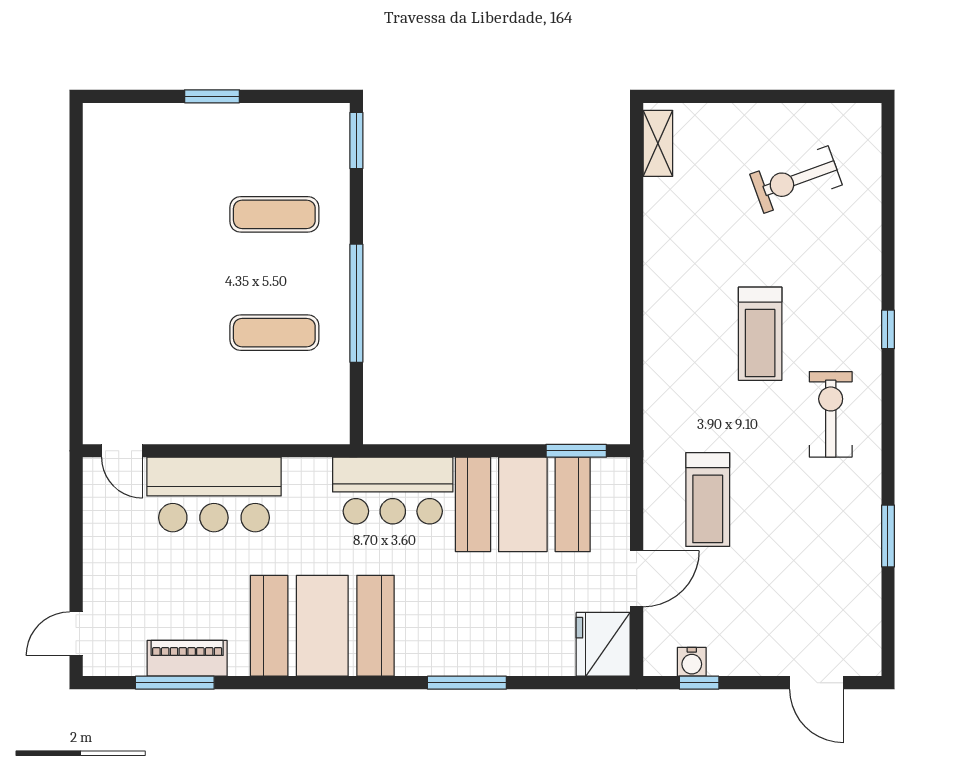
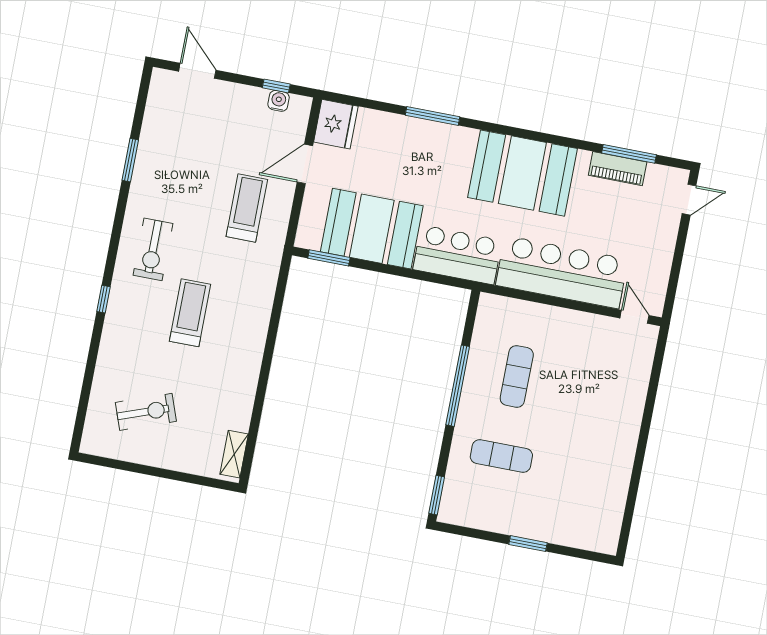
exercise mat: (274, 333) -> (517, 376), turned 90
bar counter: (214, 494) -> (562, 272), width x1.36

